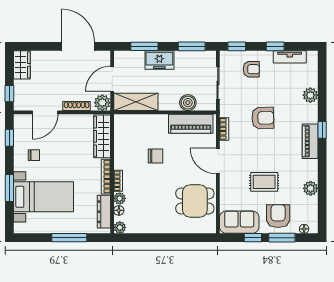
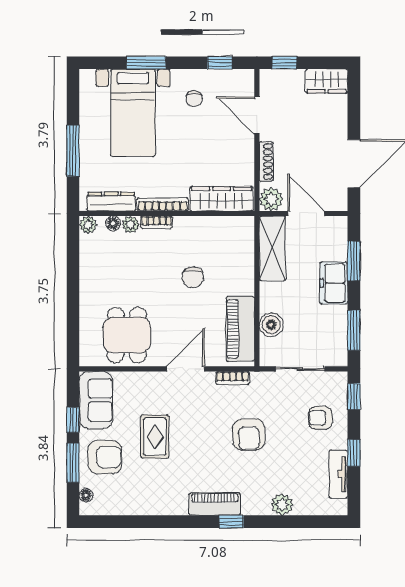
armchair: (251, 69) -> (320, 418), turned 90
plant: (311, 188) -> (145, 505), removed

